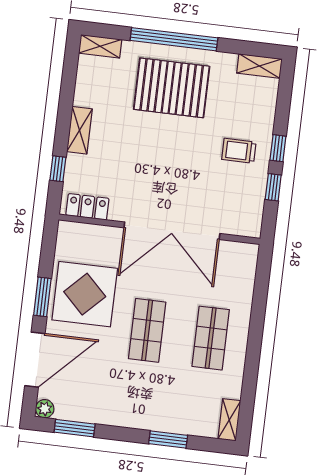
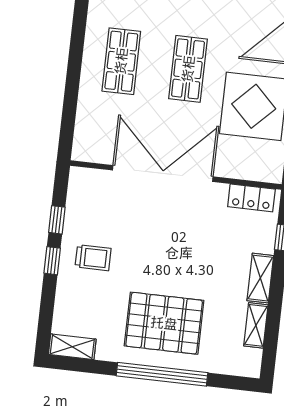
shelving: (100, 46) -> (256, 325), moved, turned 90

